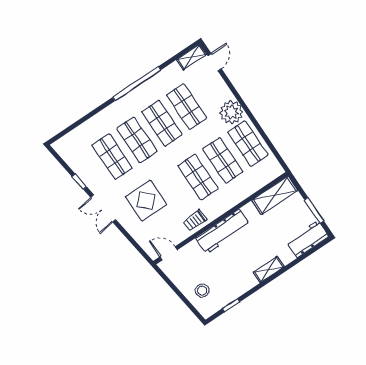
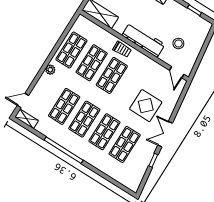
plant: (231, 112) -> (50, 70), width x0.53, depth x0.53
double door: (103, 209) -> (165, 134), swing flipped
trolley: (195, 220) -> (122, 49), moved
stool: (202, 291) -> (178, 43), moved

